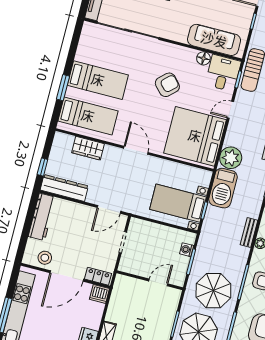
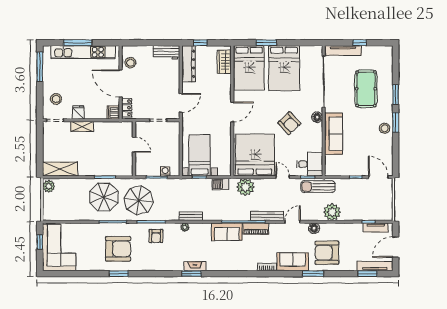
sofa: (214, 40) -> (334, 134), moved
floor lamp: (203, 58) -> (317, 117), moved
bed: (98, 80) -> (284, 68), width x1.50
bed: (88, 116) -> (249, 68), width x1.50
wardrobe: (88, 148) -> (224, 62), moved
barbecue: (223, 188) -> (220, 184), width x0.53, depth x0.65
door: (109, 209) -> (181, 103), swing flipped
workbench: (42, 217) -> (167, 52), width x0.73
door: (158, 282) -> (134, 145), moved

